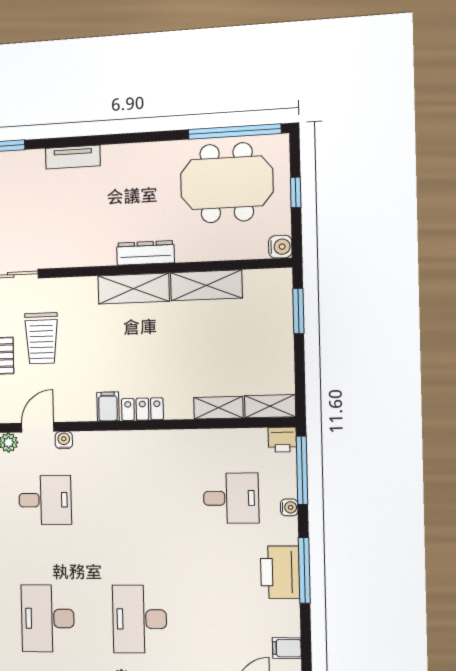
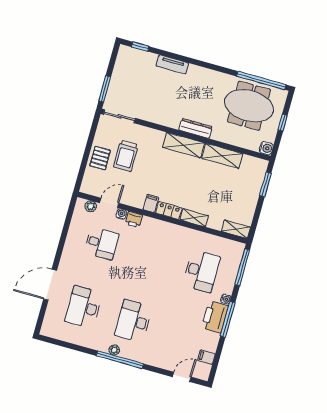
shelving: (218, 408) -> (194, 218), moved
printer: (282, 440) -> (134, 220), moved
desk: (231, 498) -> (201, 271), width x1.37
water cooler: (289, 507) -> (226, 299), moved

